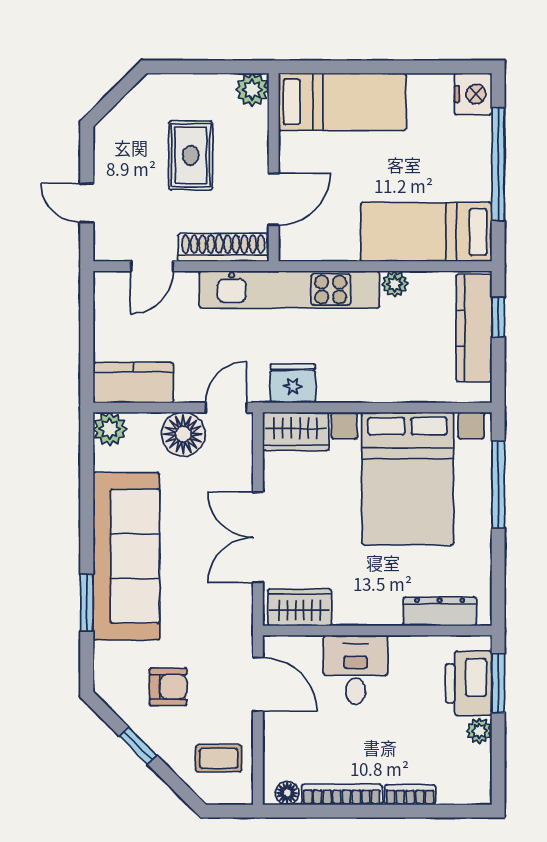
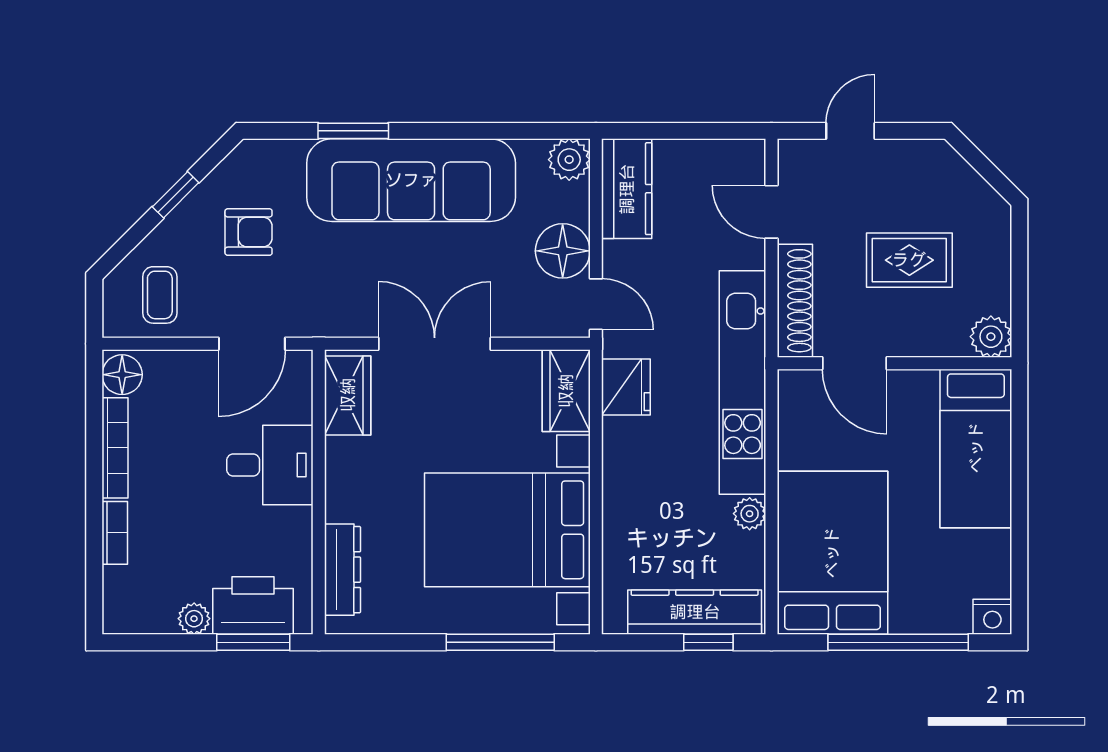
nightstand: (473, 94) -> (992, 617), width x0.74, depth x0.75
bed: (426, 232) -> (832, 553), width x1.50
armchair: (168, 687) -> (249, 232), turned -90
floor lamp: (287, 793) -> (122, 375), width x1.37, depth x1.37

